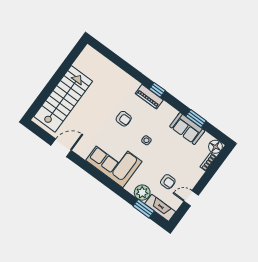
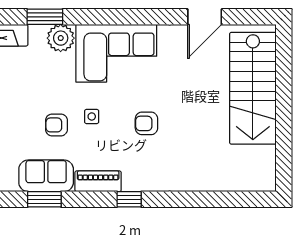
piano: (149, 97) -> (98, 181), moved
armchair: (168, 182) -> (56, 125), moved
plant: (142, 193) -> (61, 38), moved
window: (144, 209) -> (45, 17), moved

